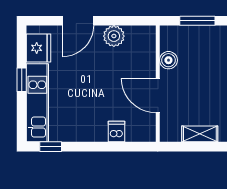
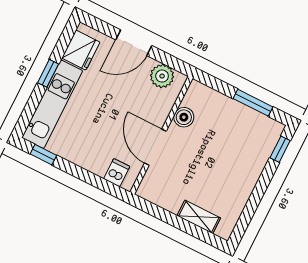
boiler: (168, 60) -> (184, 117), moved
wall: (158, 84) -> (161, 135), moved
door: (158, 96) -> (155, 147), moved

